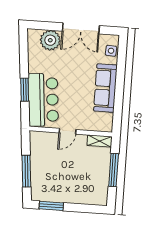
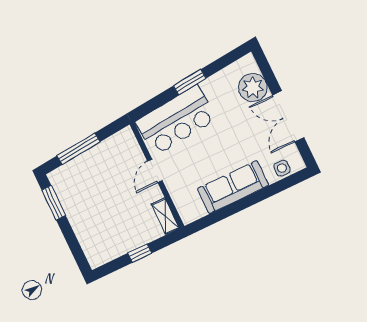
window: (25, 90) -> (190, 82), moved
door: (67, 131) -> (155, 171), hinge flipped
window: (114, 170) -> (140, 253), width x0.46

